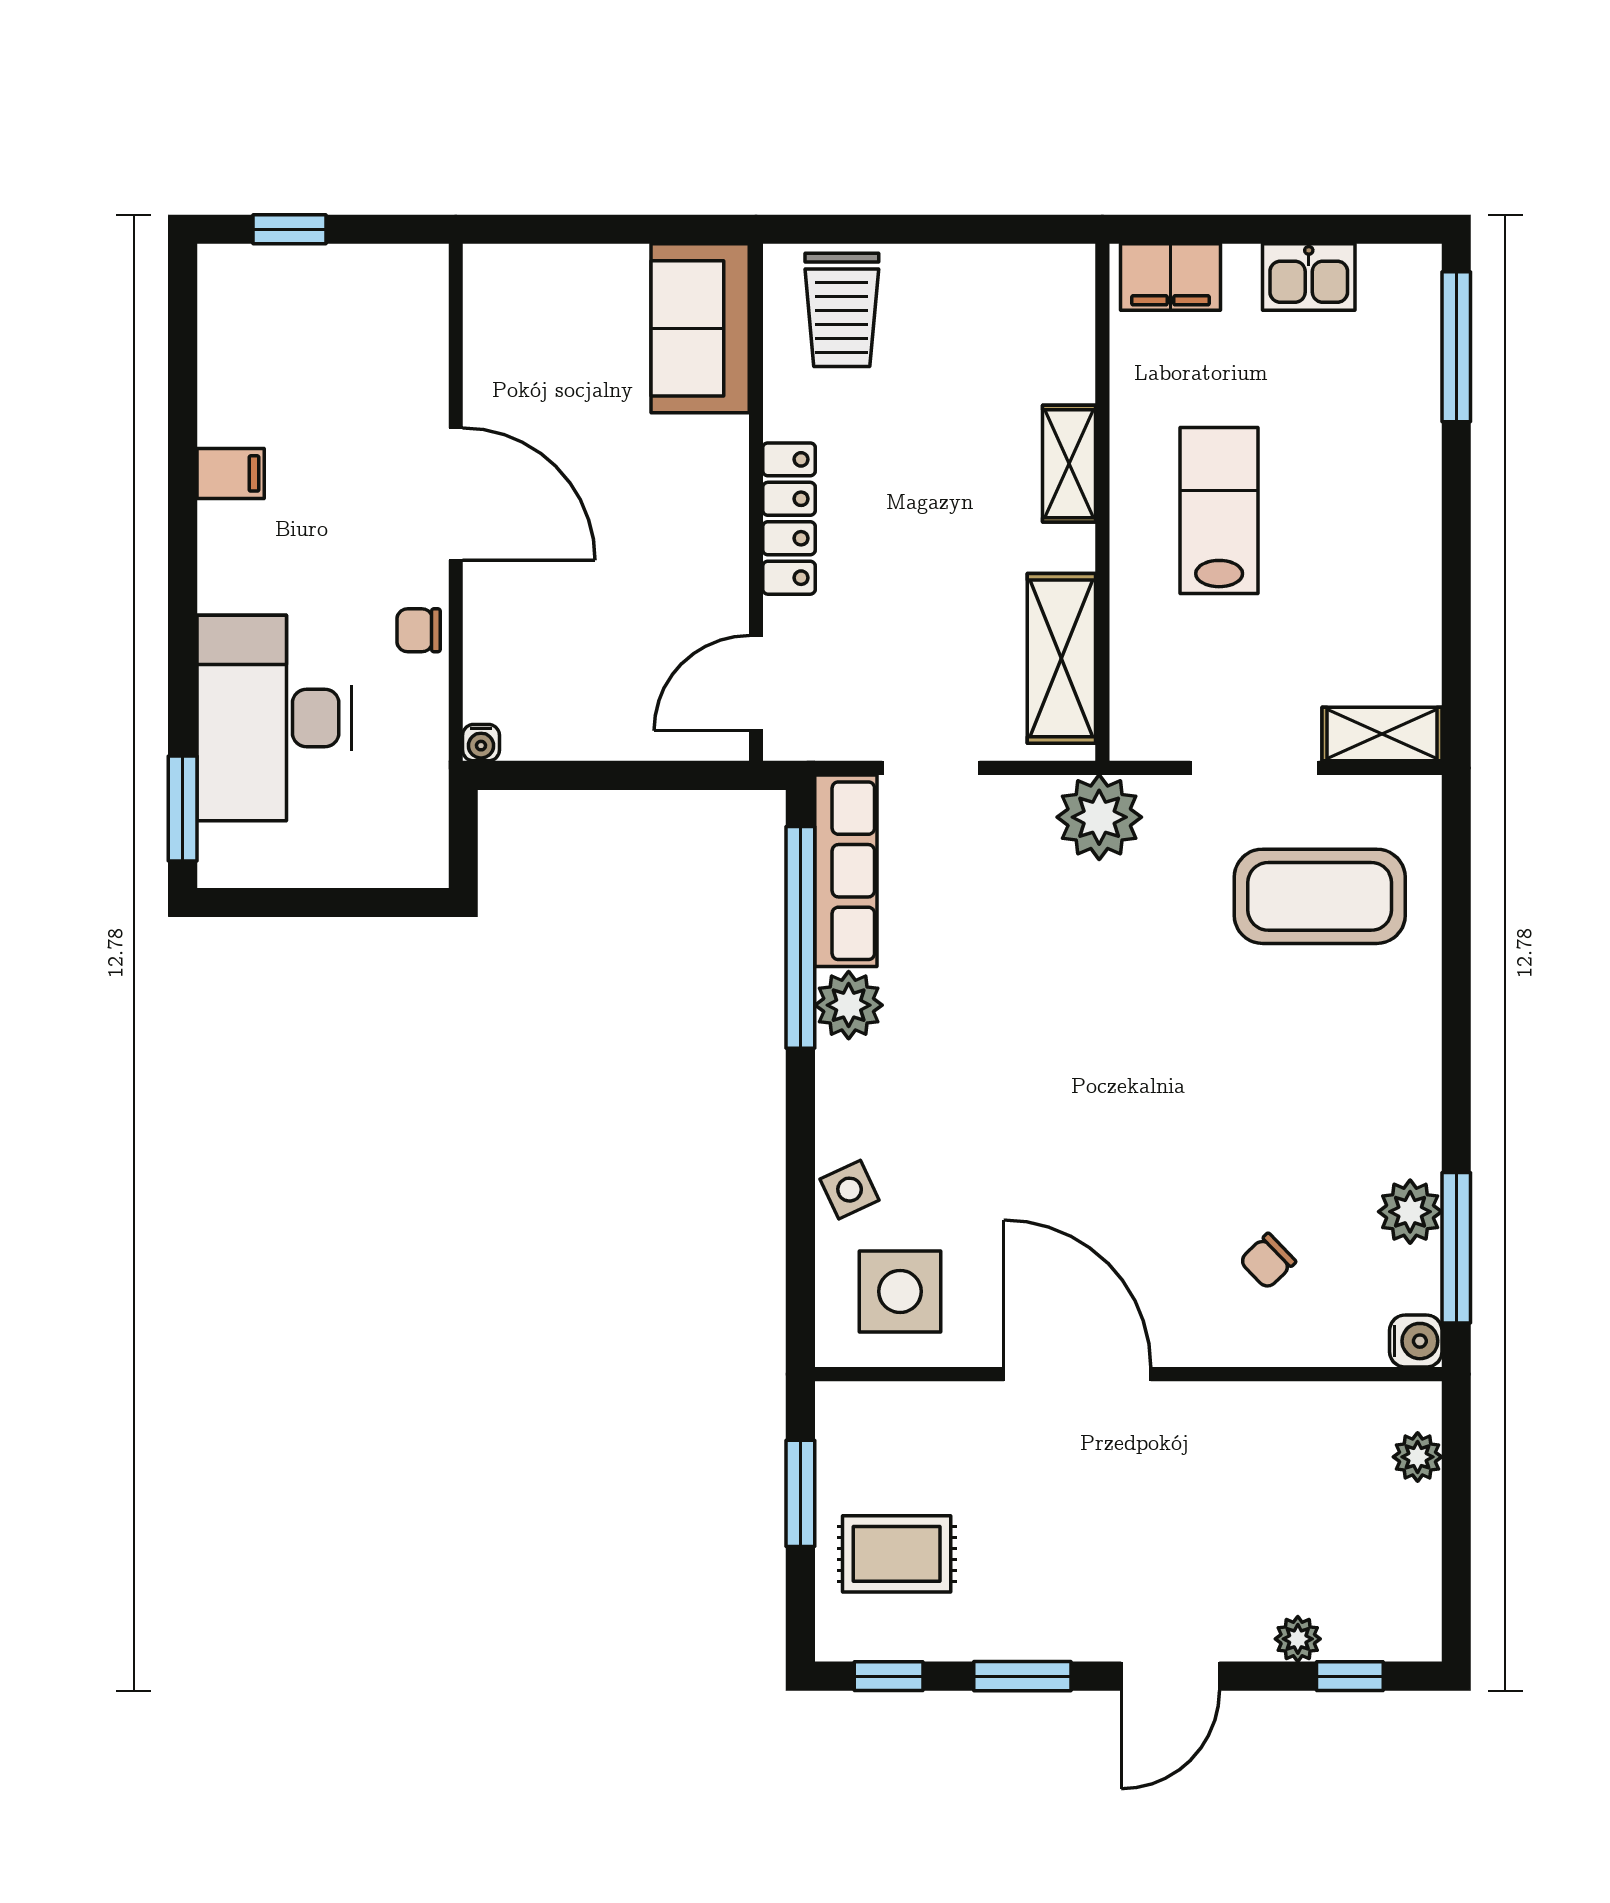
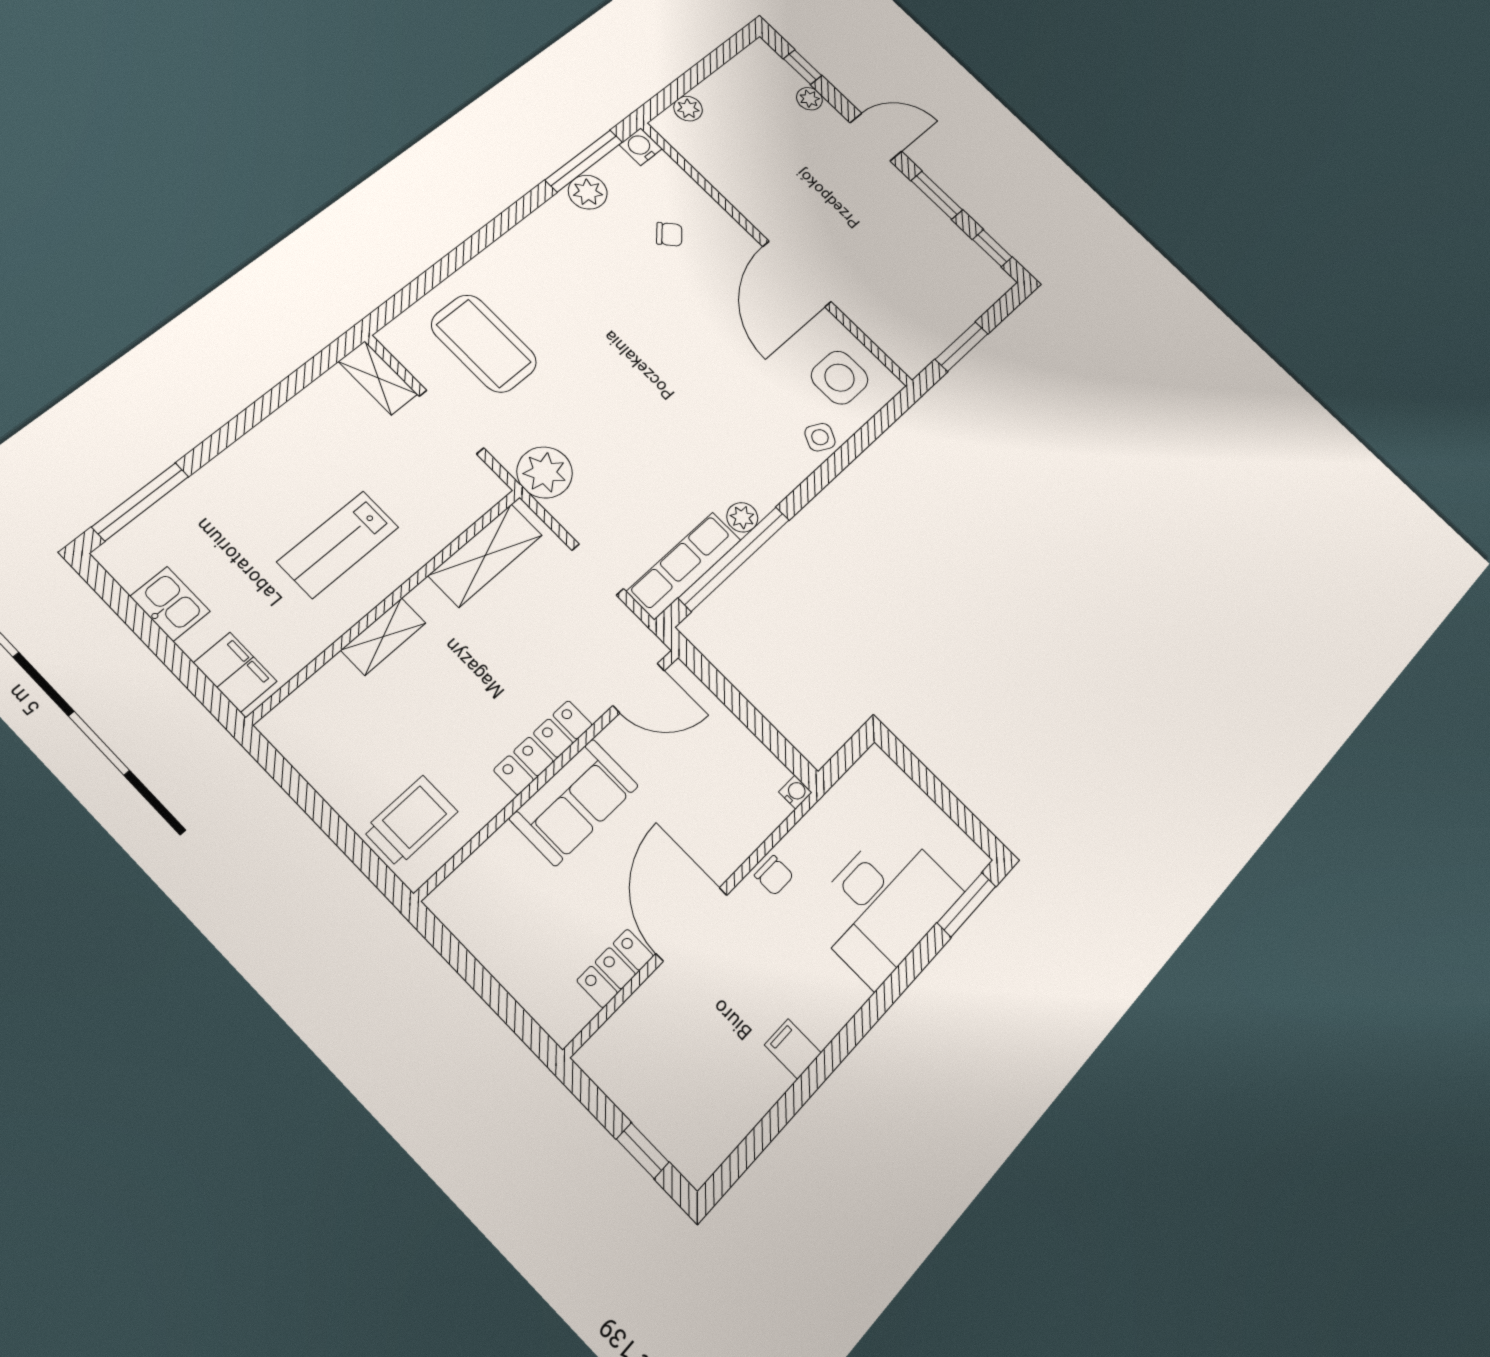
sofa: (700, 328) -> (574, 802), moved
locker: (490, 373) -> (615, 968), added
plant: (849, 1005) -> (742, 517), width x0.73, depth x0.73
side table: (850, 1190) -> (820, 437), turned -38
rug: (897, 1554) -> (944, 286), removed

